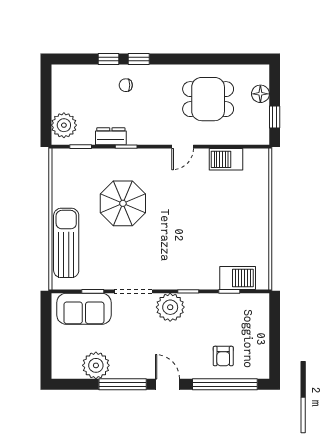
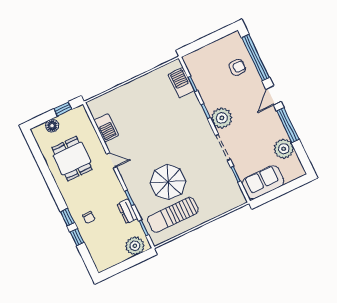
sun lounger: (66, 243) -> (173, 215), moved
sofa: (84, 309) -> (263, 182), moved, turned -90

